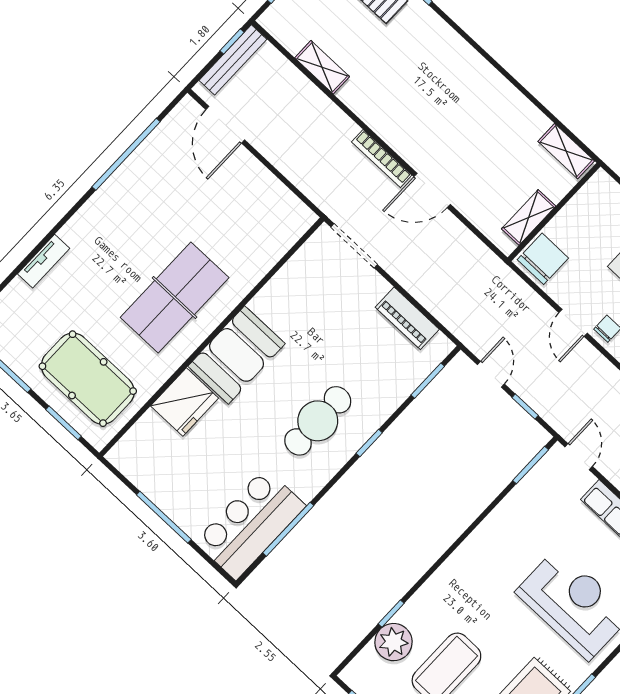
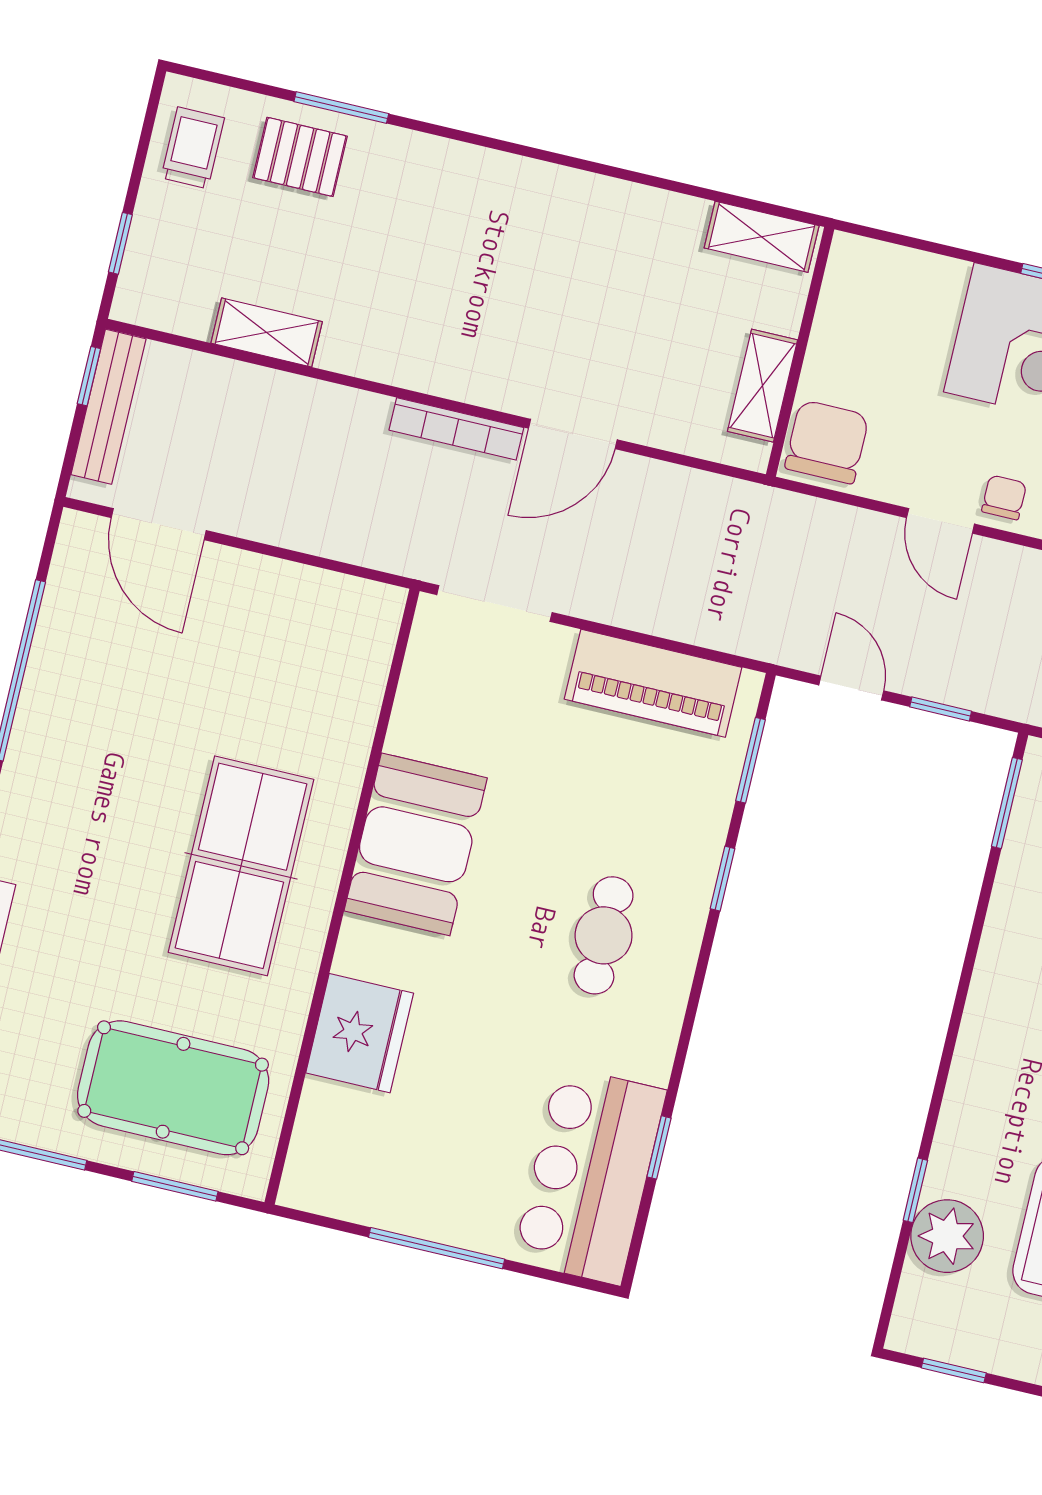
piano: (407, 318) -> (653, 683), width x1.37, depth x1.33
booth: (237, 355) -> (416, 844), moved
cafe table: (318, 421) -> (604, 935), width x0.73, depth x0.74
window: (369, 443) -> (723, 879), moved
window: (288, 529) -> (659, 1147), width x0.46

